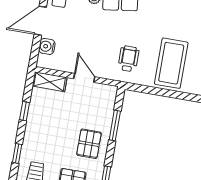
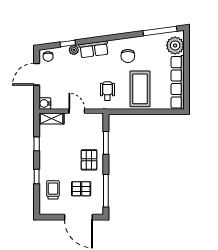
chair: (163, 18) -> (128, 56), added
water cooler: (47, 46) -> (45, 103), moved

